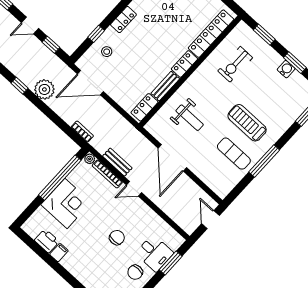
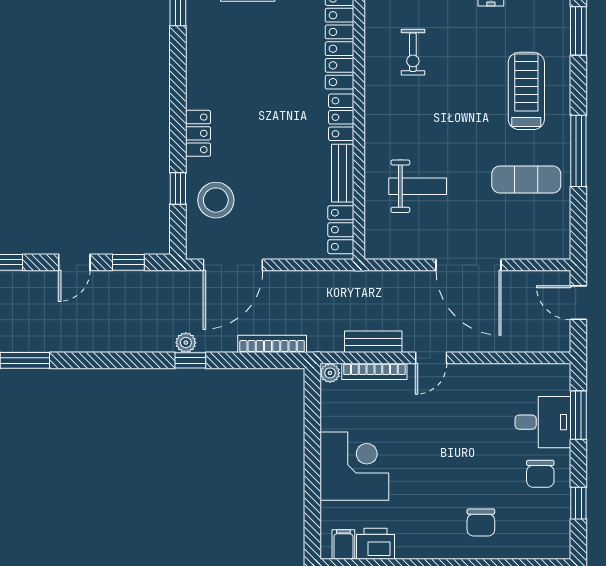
stool: (107, 52) -> (216, 200), width x1.89, depth x1.89
exercise bike: (235, 64) -> (413, 52), width x0.73, depth x0.72
window: (19, 86) -> (190, 360), moved
plant: (44, 89) -> (186, 343), width x0.53, depth x0.53
treadmill: (247, 123) -> (526, 91), moved, turned 90
bookcase: (82, 131) -> (272, 344), width x1.56
door: (172, 158) -> (469, 265), moved
window: (60, 178) -> (312, 438), removed
chair: (117, 238) -> (481, 523), moved, turned 180
filing cabinet: (59, 253) -> (343, 544), moved

